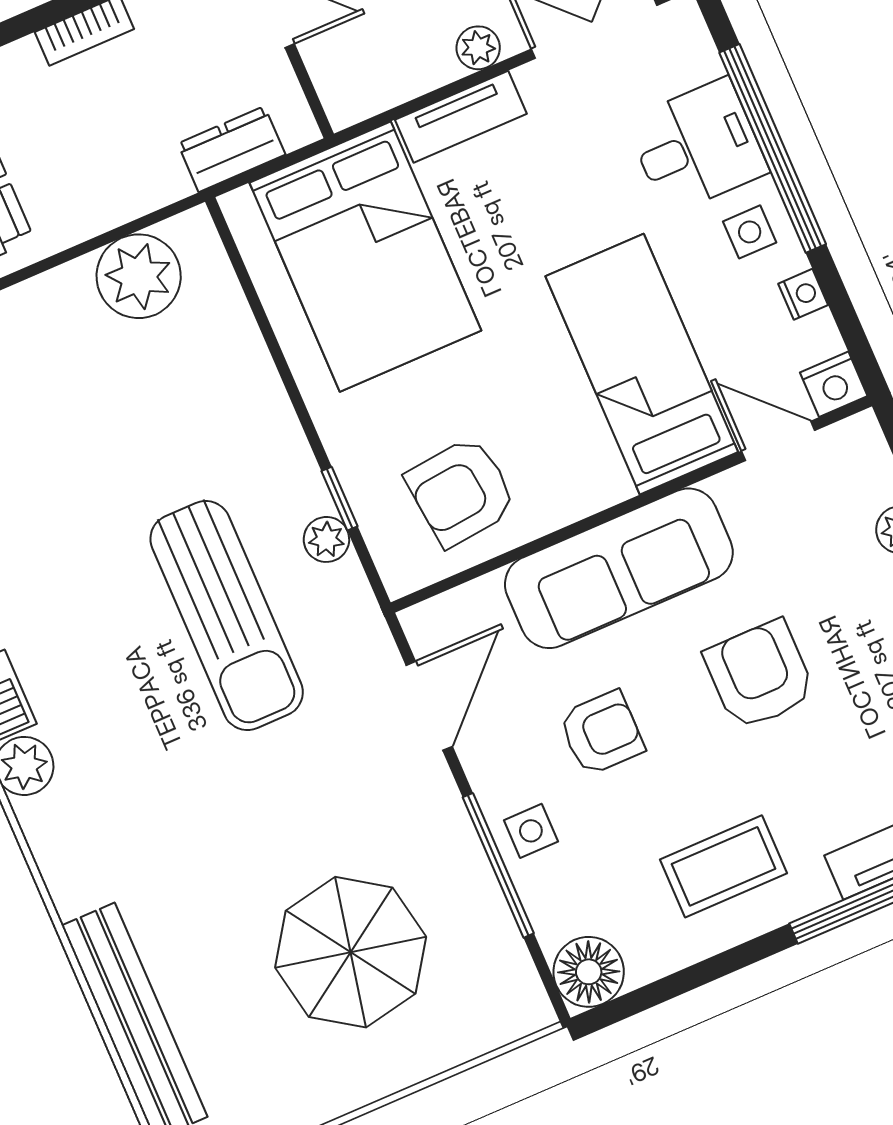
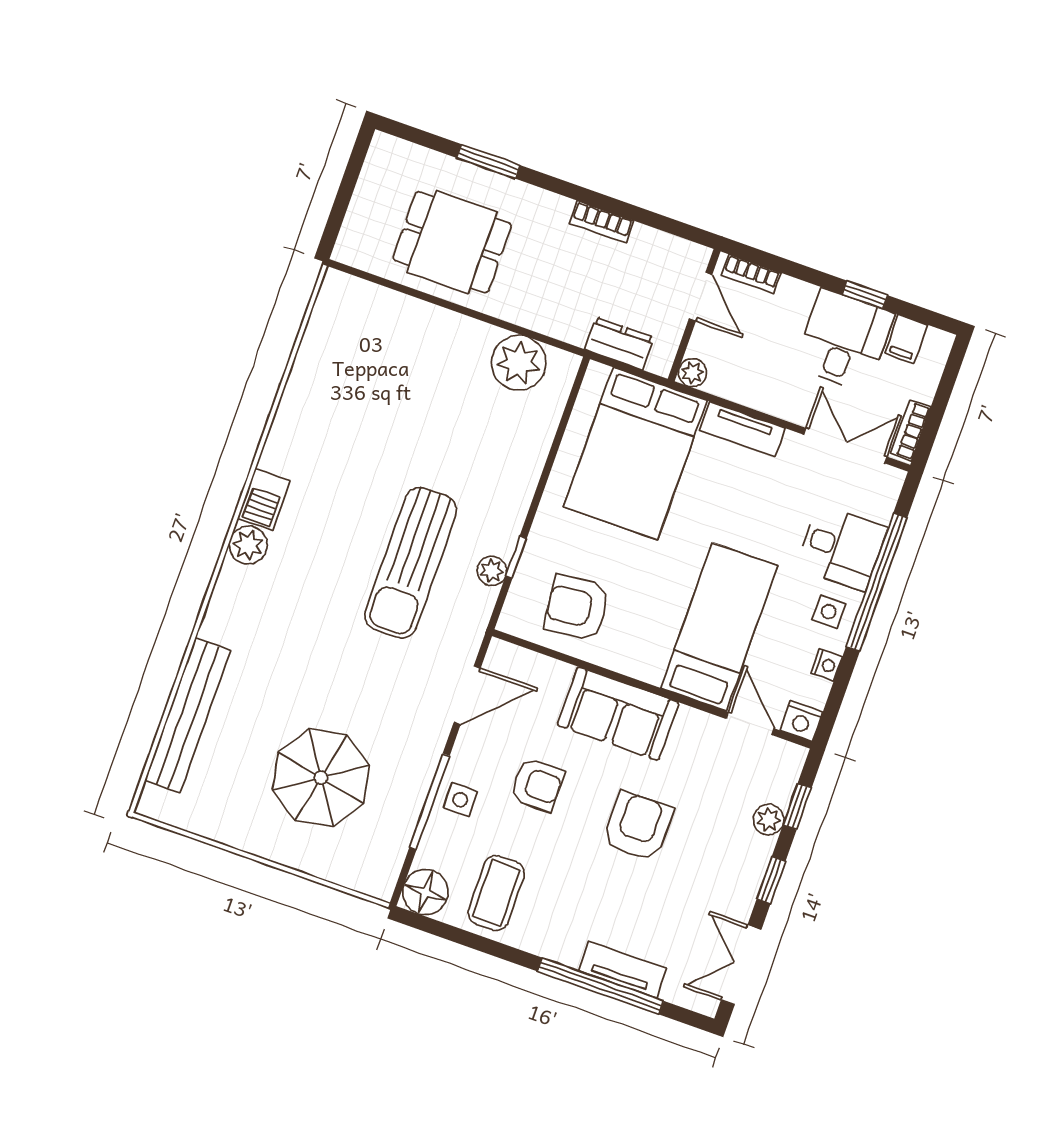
plant: (478, 48) -> (692, 373), moved
sofa: (619, 568) -> (618, 714), width x0.73
coffee table: (724, 866) -> (496, 893), moved, turned 90

